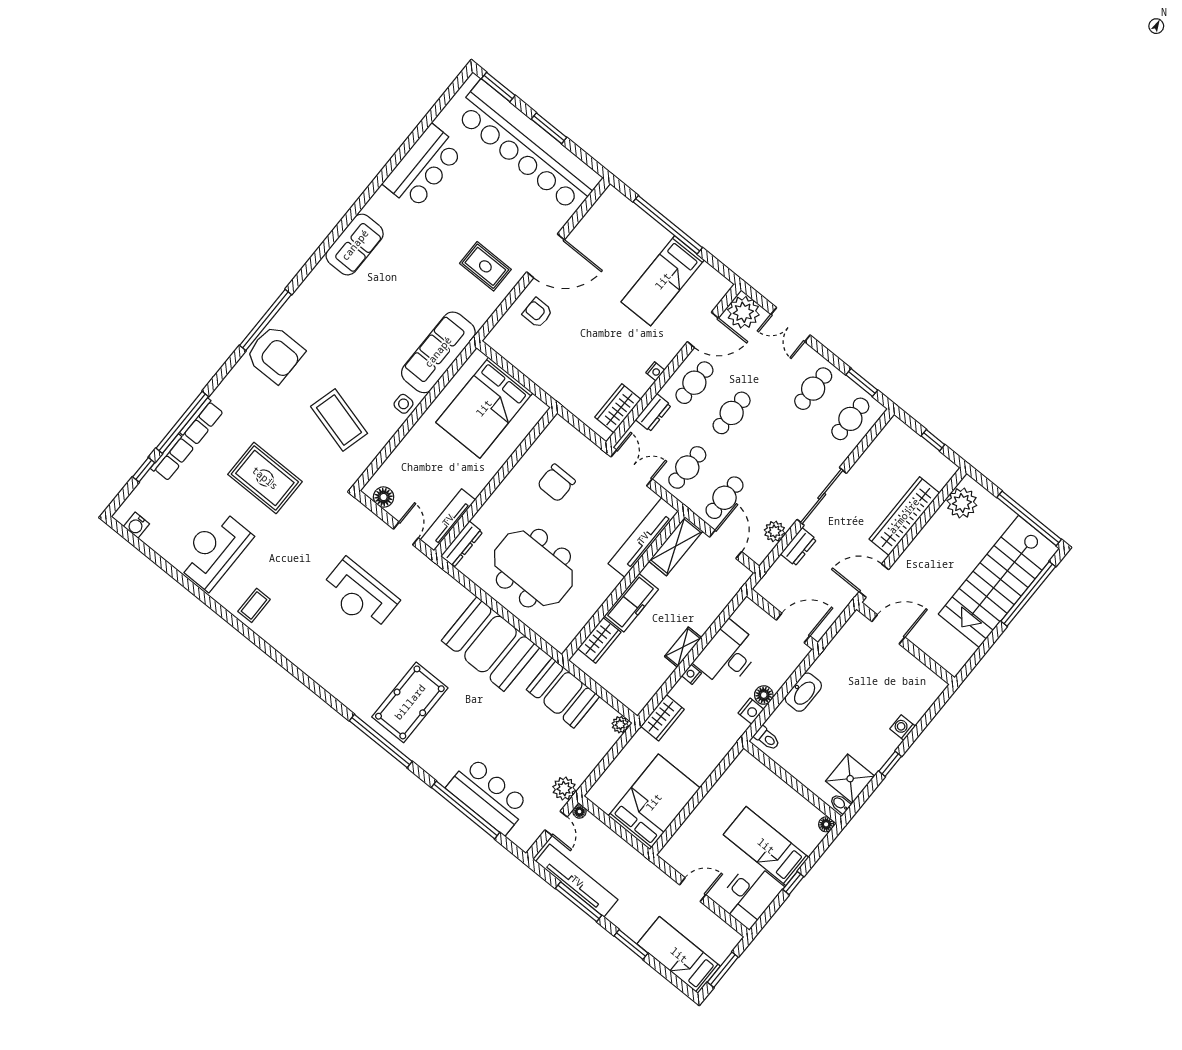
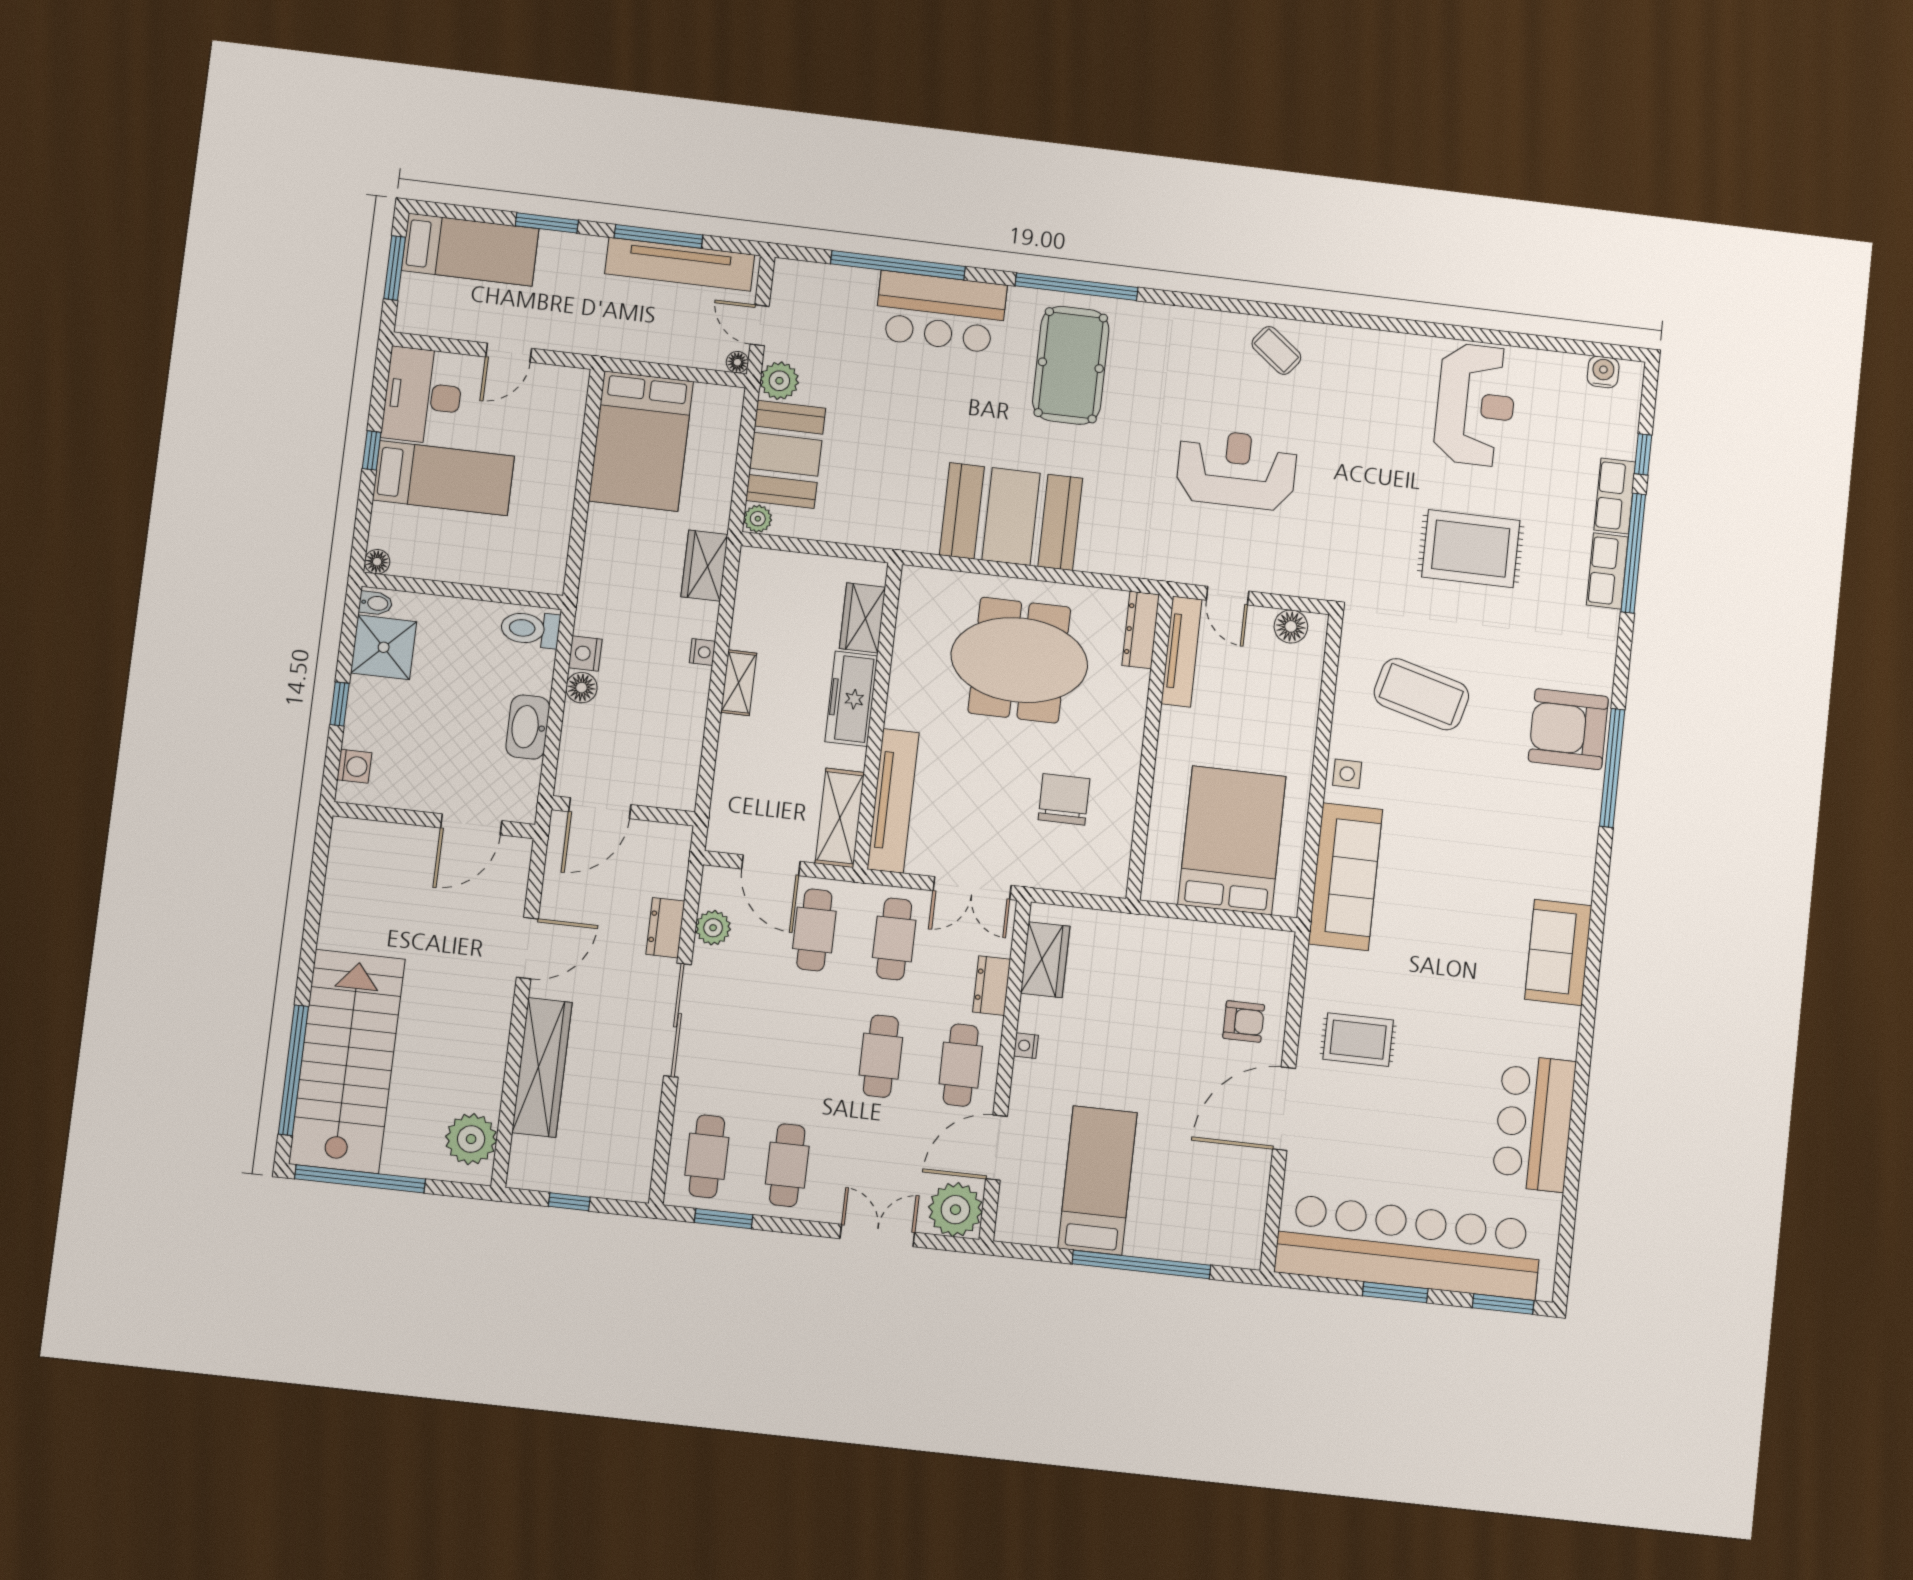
coffee table: (254, 605) -> (1276, 350), moved, turned -52
door: (888, 629) -> (471, 824), moved
wall: (905, 643) -> (434, 820), moved
desk: (728, 655) -> (669, 712), removed
booth: (563, 693) -> (786, 454), moved, turned 90
toilet: (767, 738) -> (530, 629), width x1.37, depth x1.39
bar counter: (488, 796) -> (941, 312), moved

